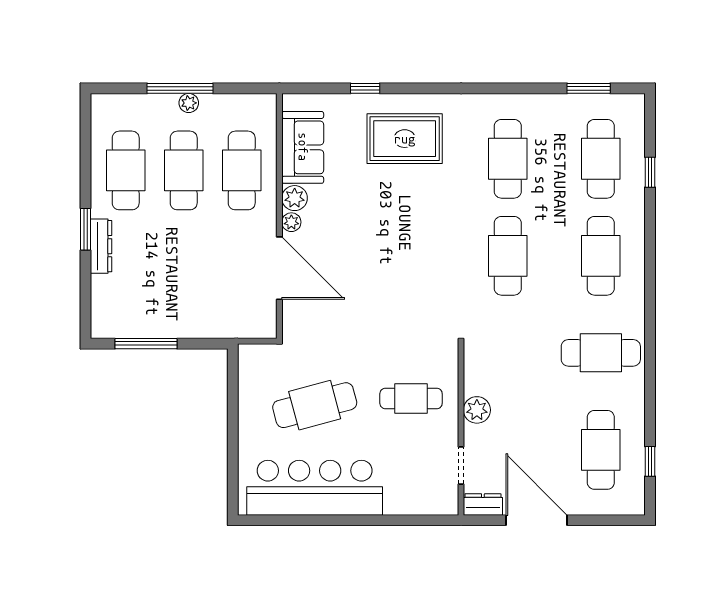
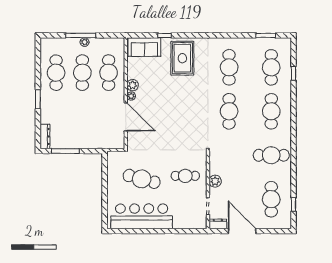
rug: (405, 139) -> (182, 58), turned 90
sofa: (303, 147) -> (144, 47), moved, turned 90
dresser: (101, 246) -> (45, 136), moved
cafe table: (315, 405) -> (142, 179), turned 30

